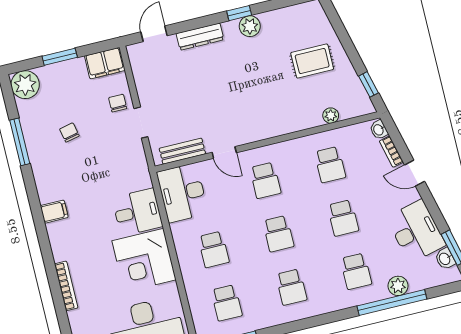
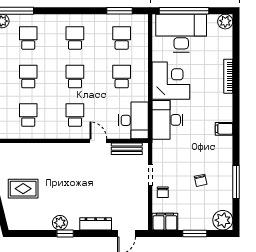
plant: (331, 116) -> (20, 148), removed
desk: (137, 212) -> (167, 120), width x1.37

